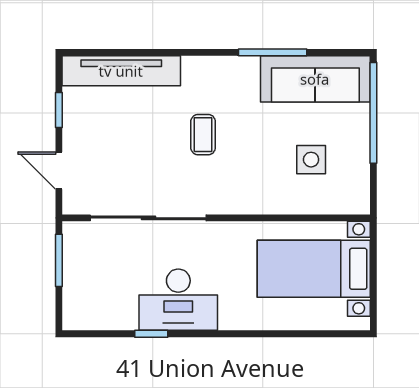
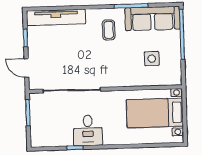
coffee table: (203, 135) -> (109, 30), moved
desk: (178, 300) -> (88, 130), width x0.73

